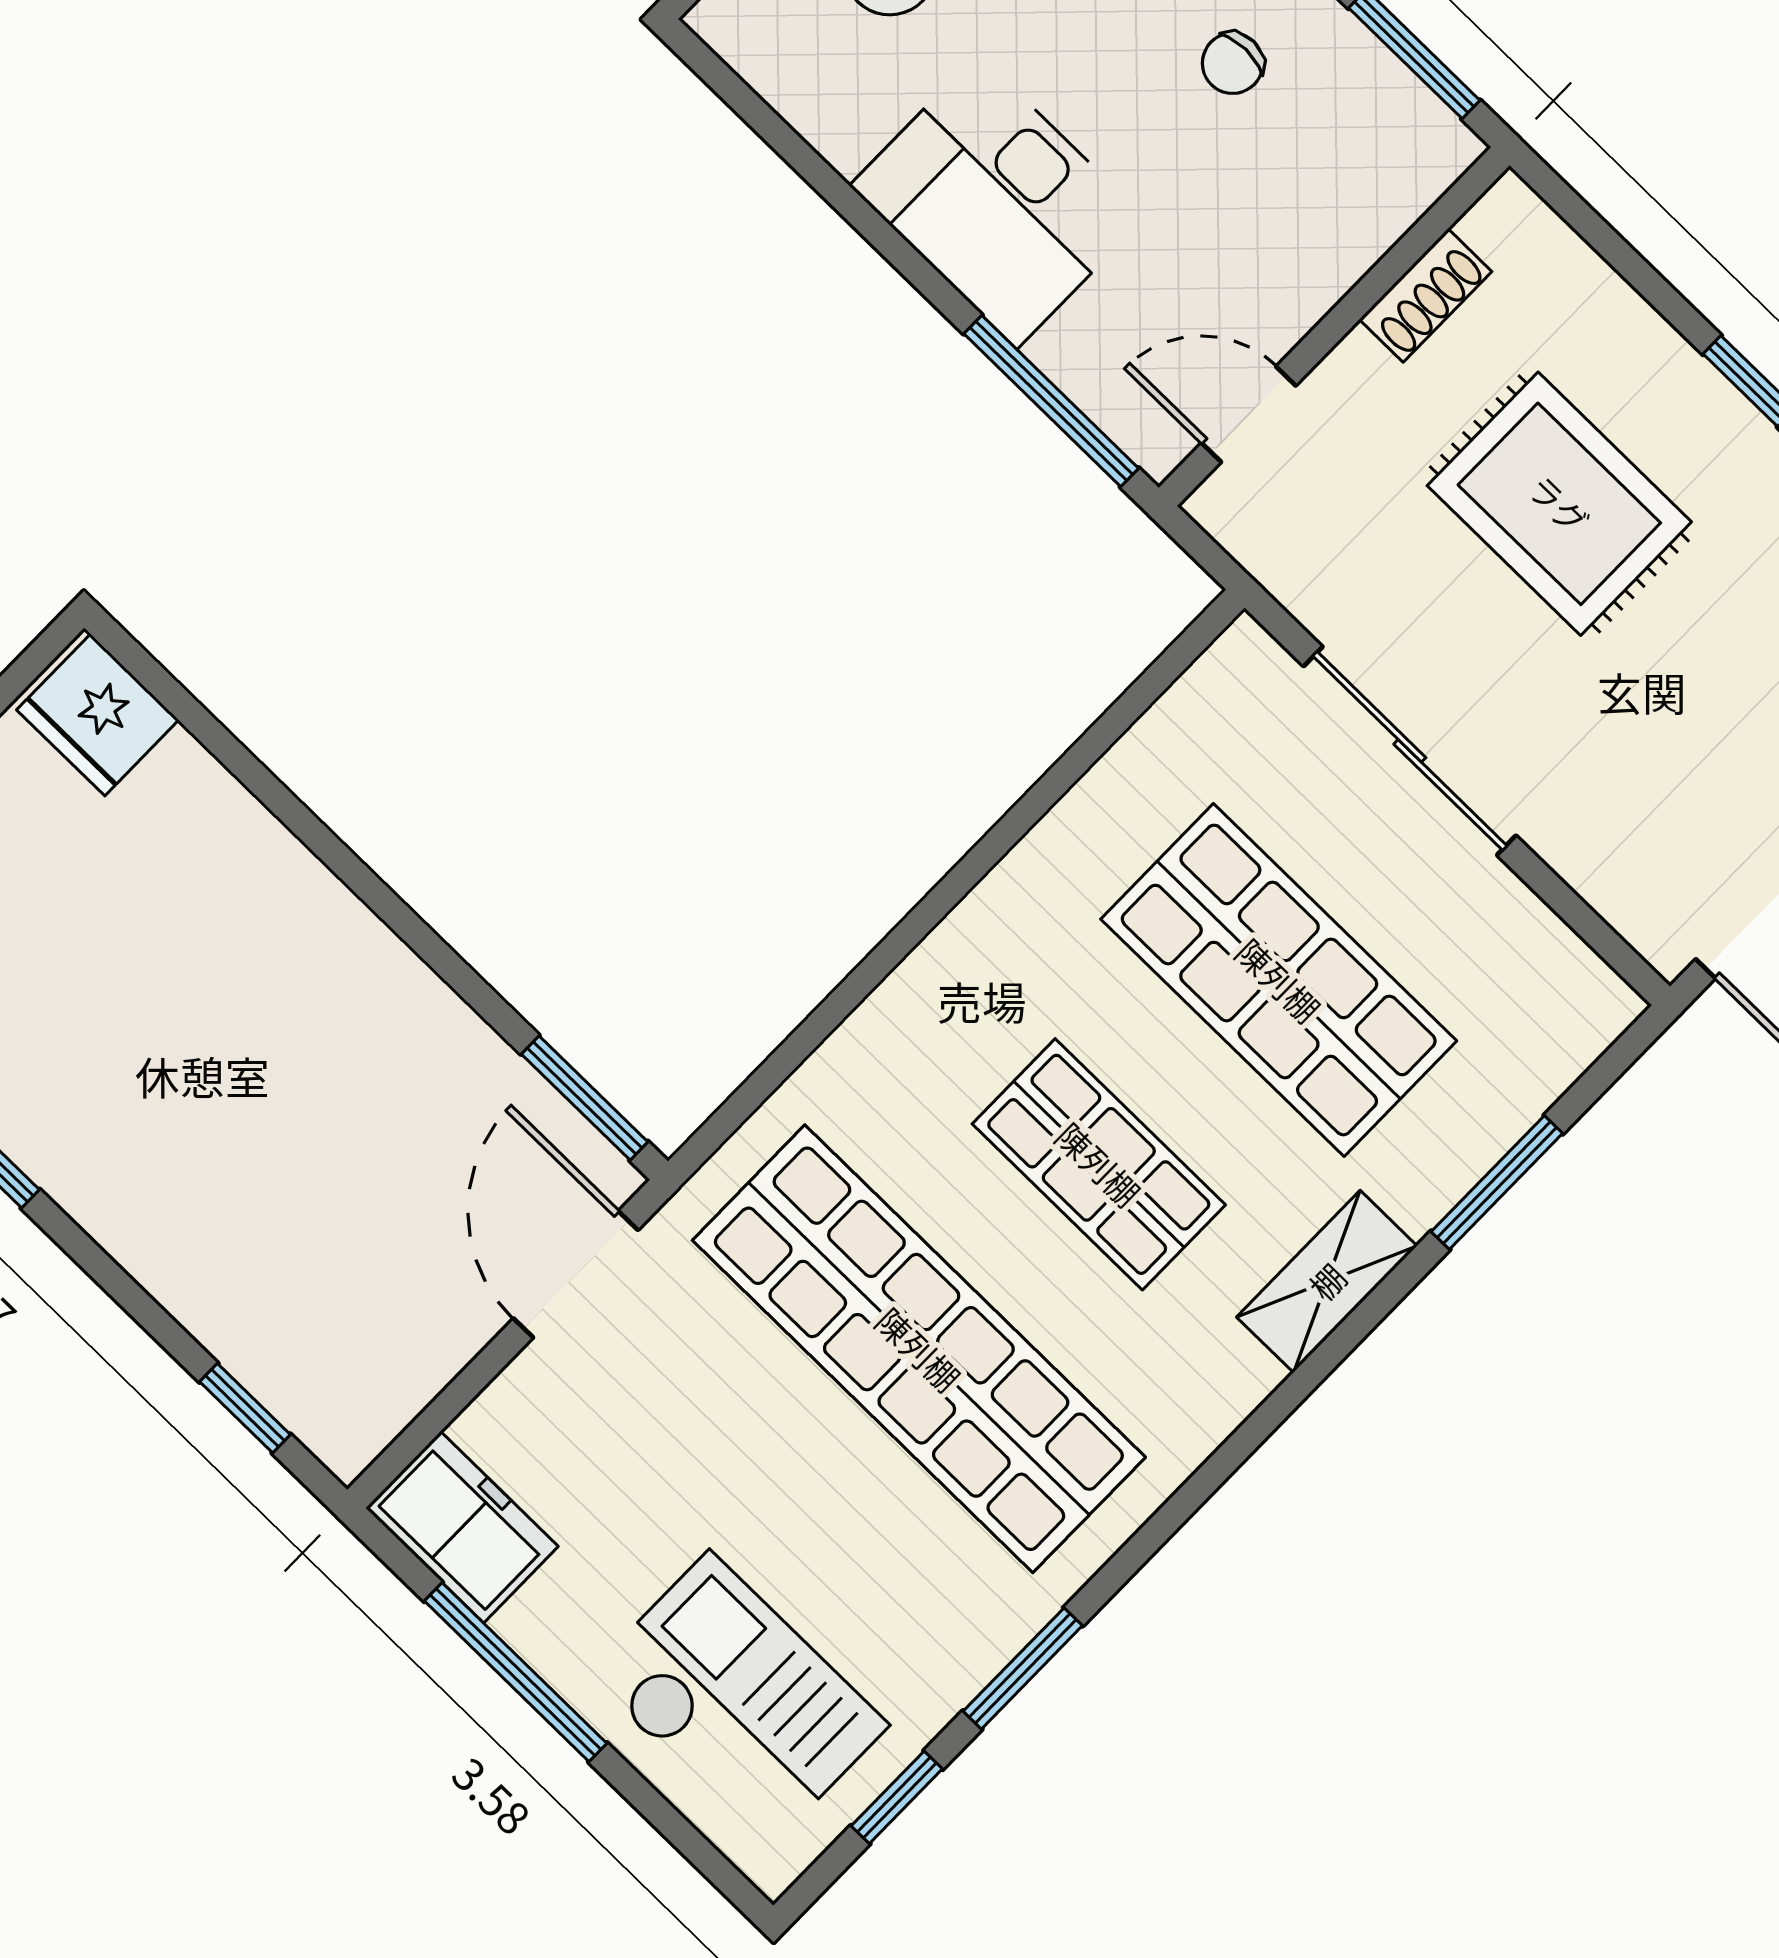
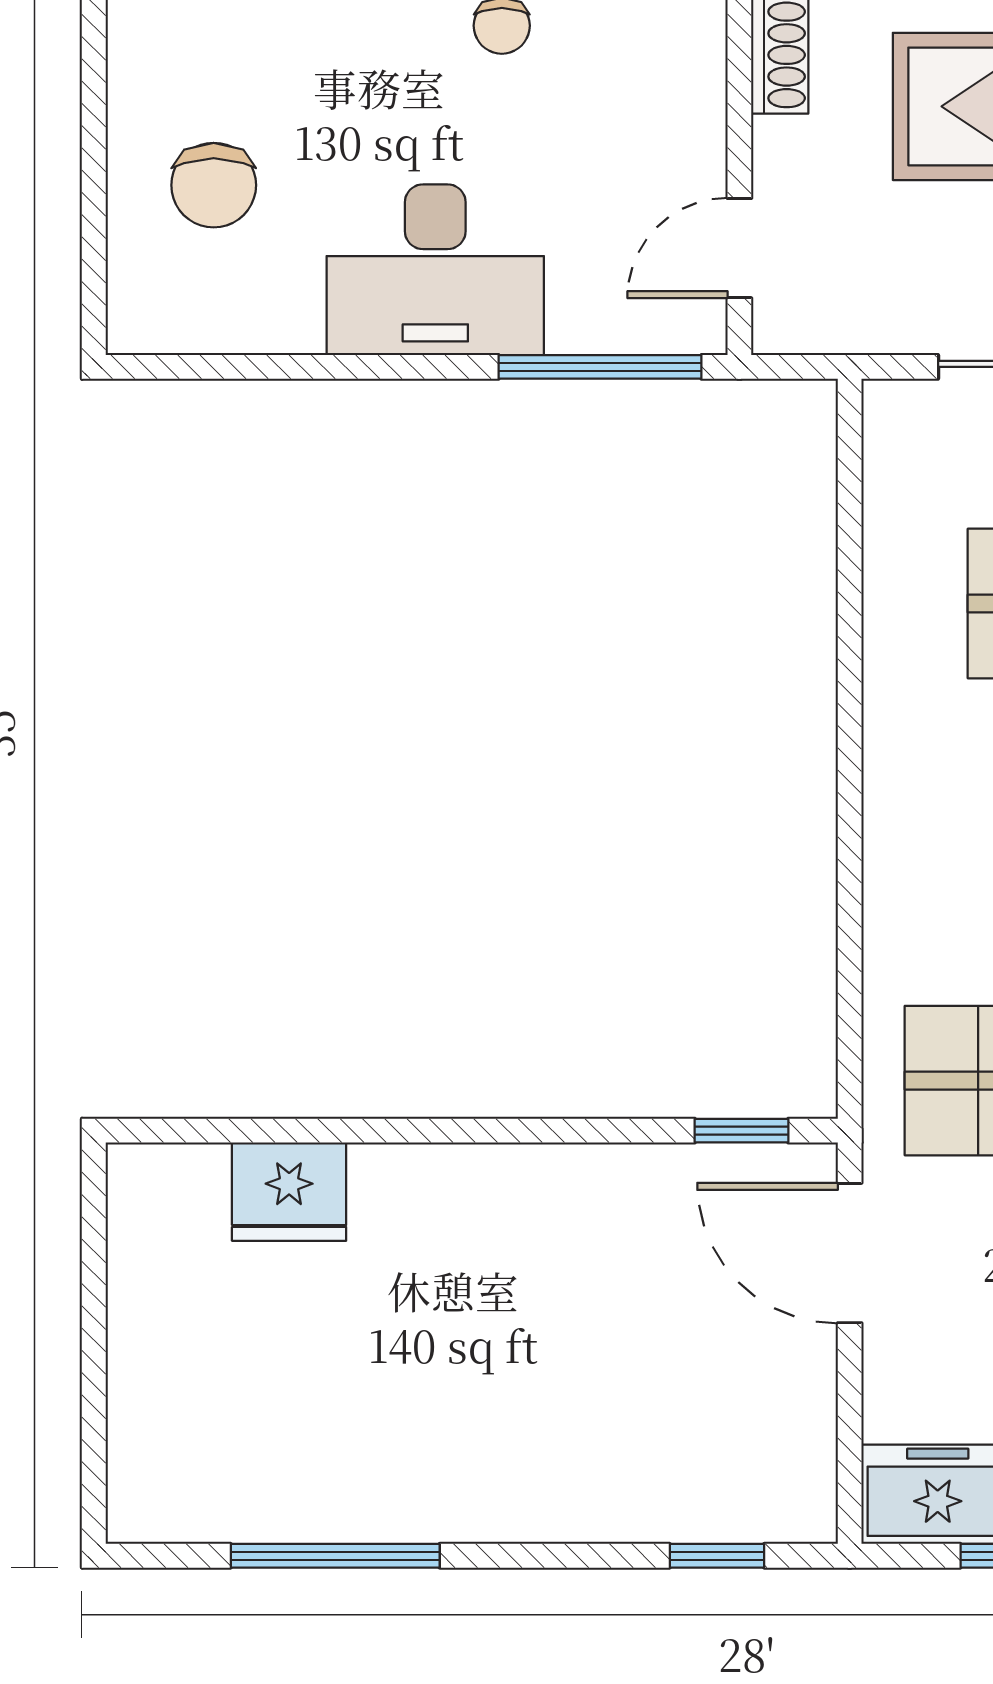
fridge: (98, 715) -> (289, 1192), moved
window: (585, 1098) -> (742, 1131), width x0.67

